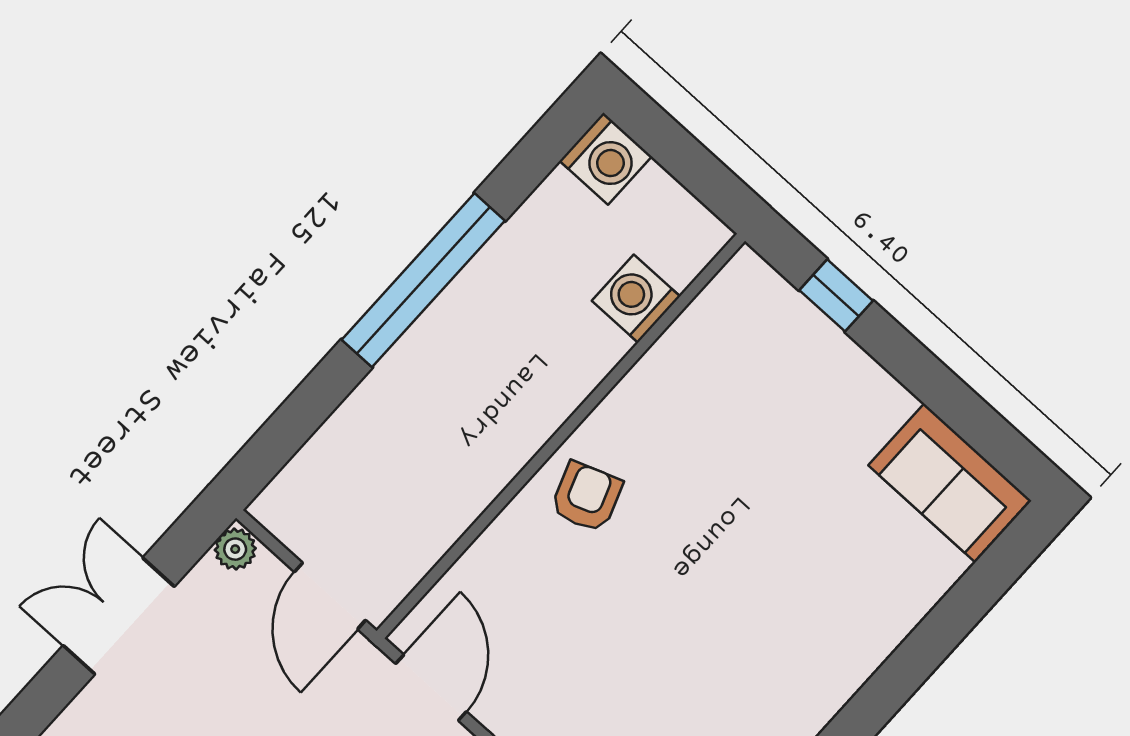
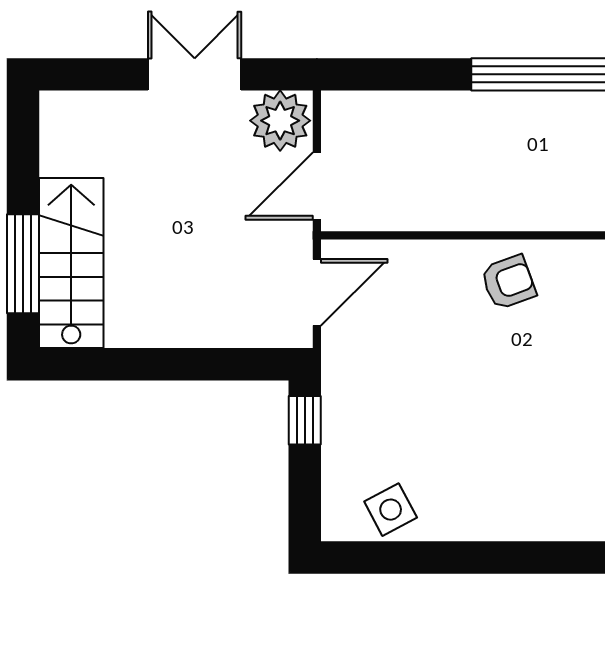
plant: (235, 549) -> (280, 121), width x1.88, depth x1.88

